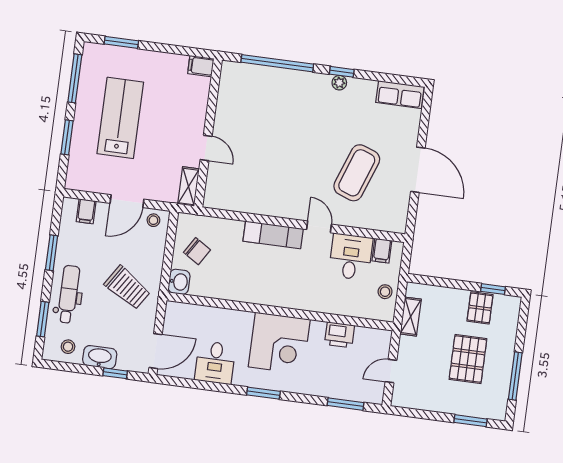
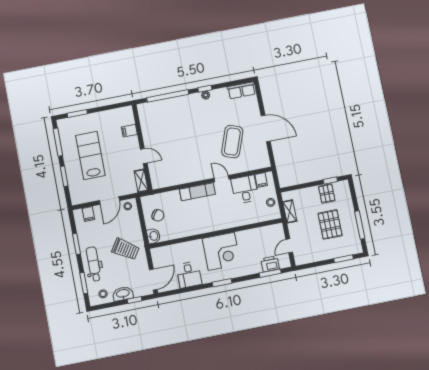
filing cabinet: (201, 66) -> (129, 131), moved
printer: (339, 335) -> (270, 264), moved, turned 180

